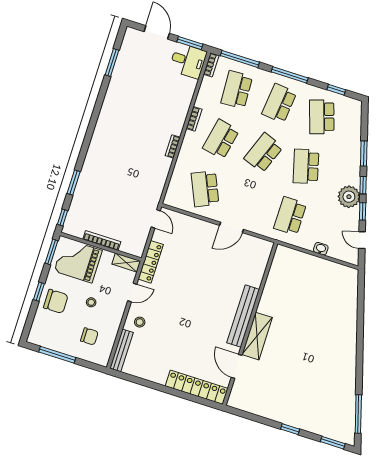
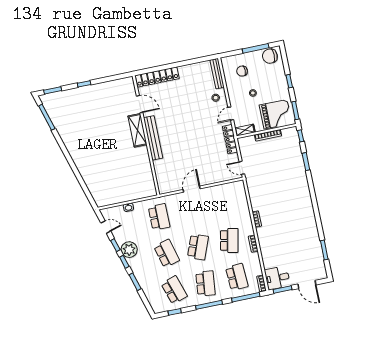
school desk: (205, 189) -> (222, 204), removed
chair: (56, 301) -> (270, 56), moved

